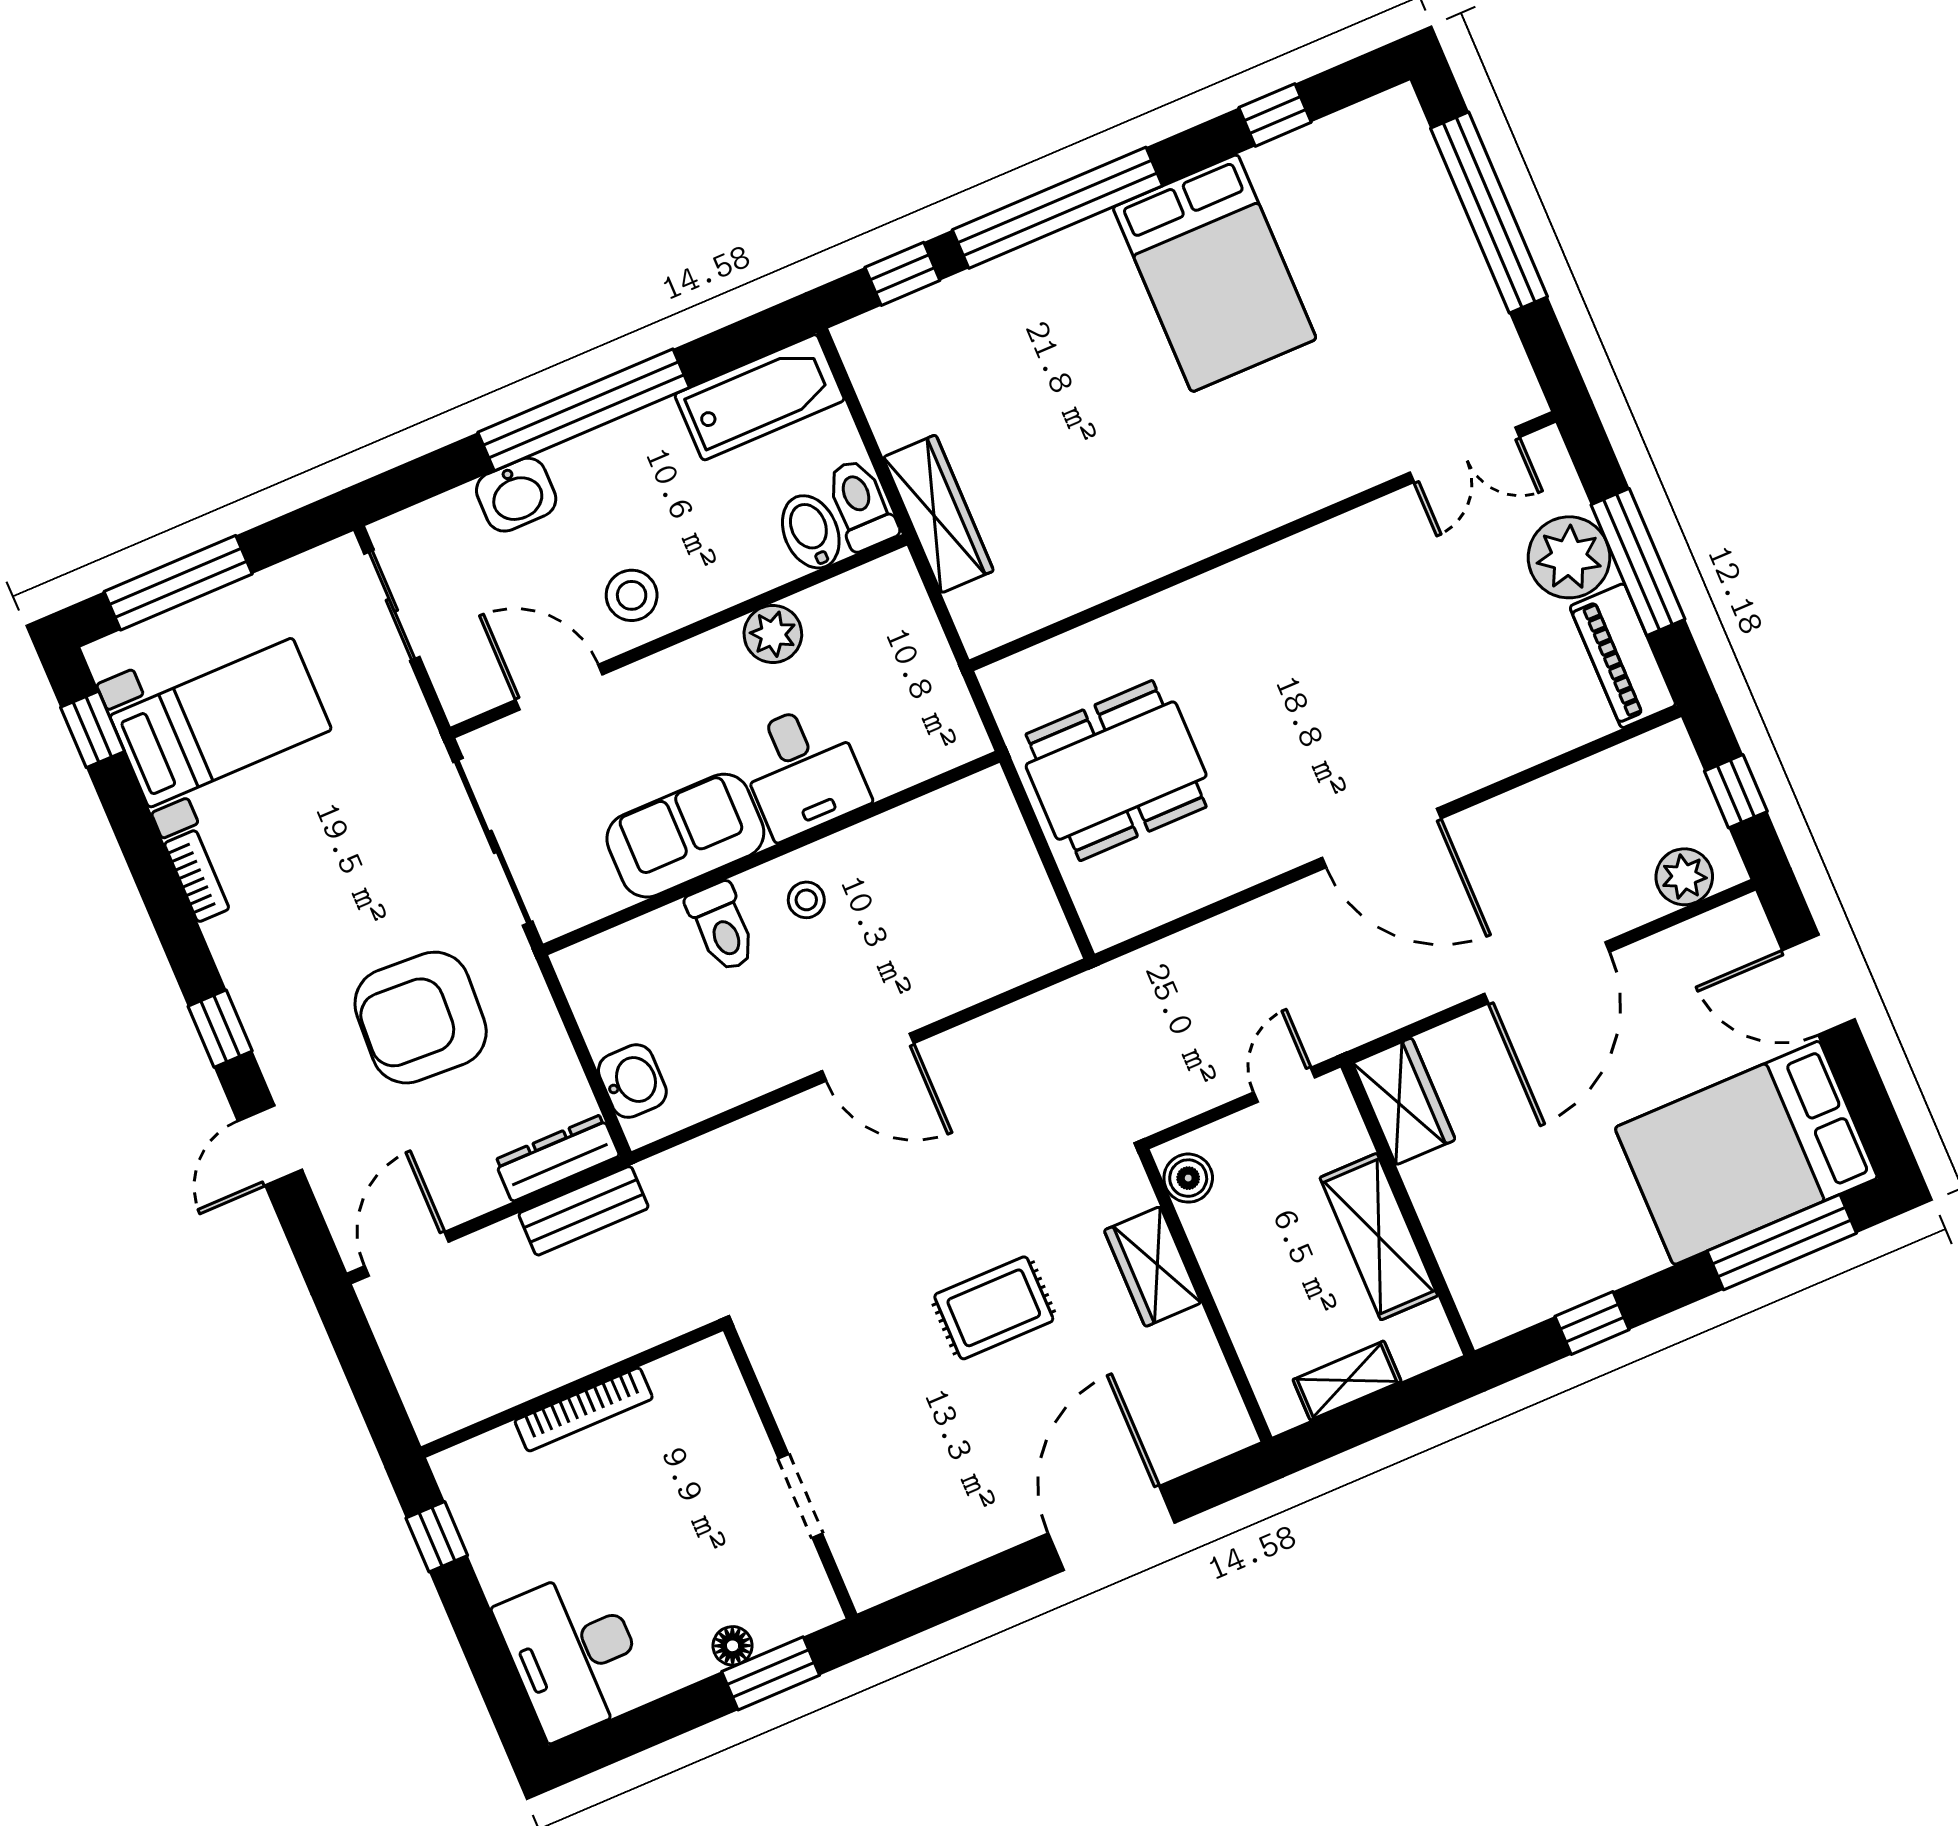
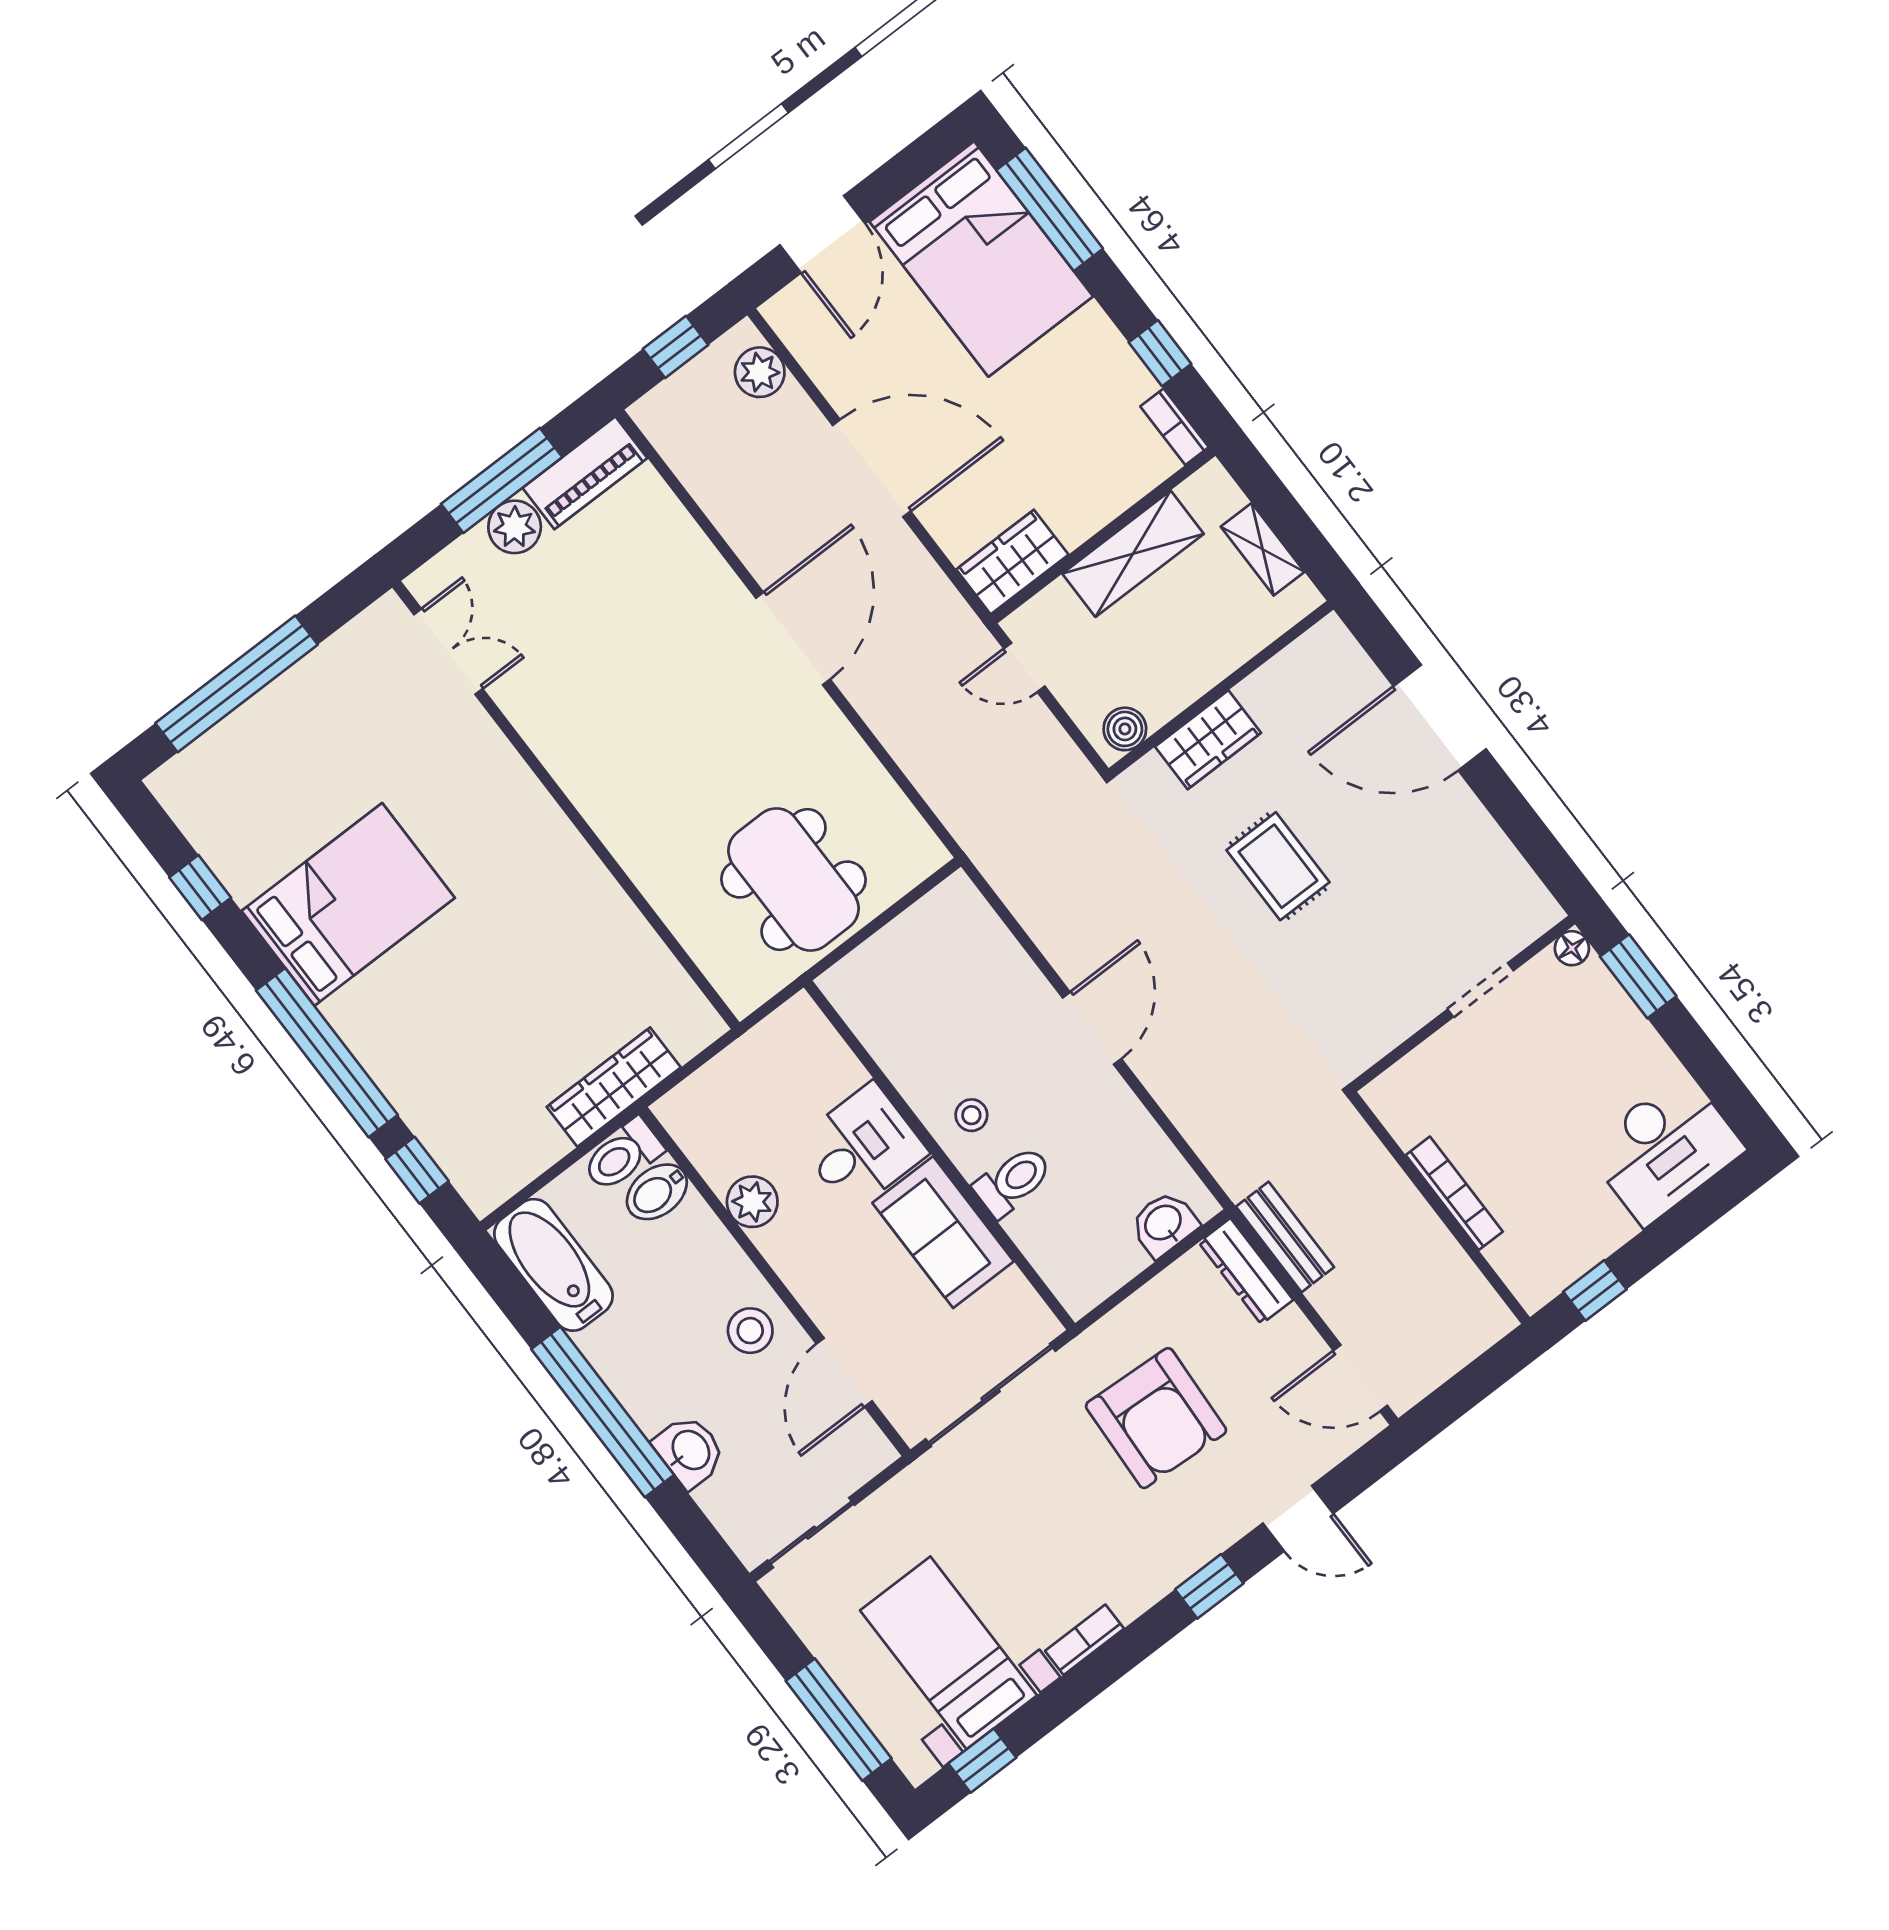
plant: (1569, 557) -> (515, 527), width x0.73, depth x0.73
bookcase: (1507, 1318) -> (1175, 427), added
floor lamp: (733, 1646) -> (1572, 948), moved

